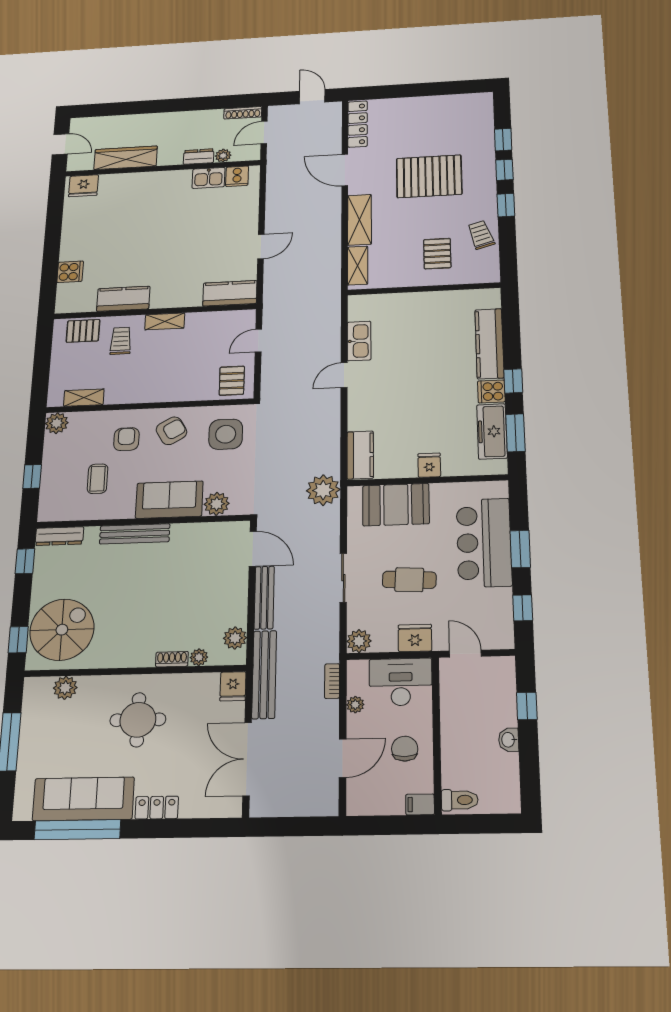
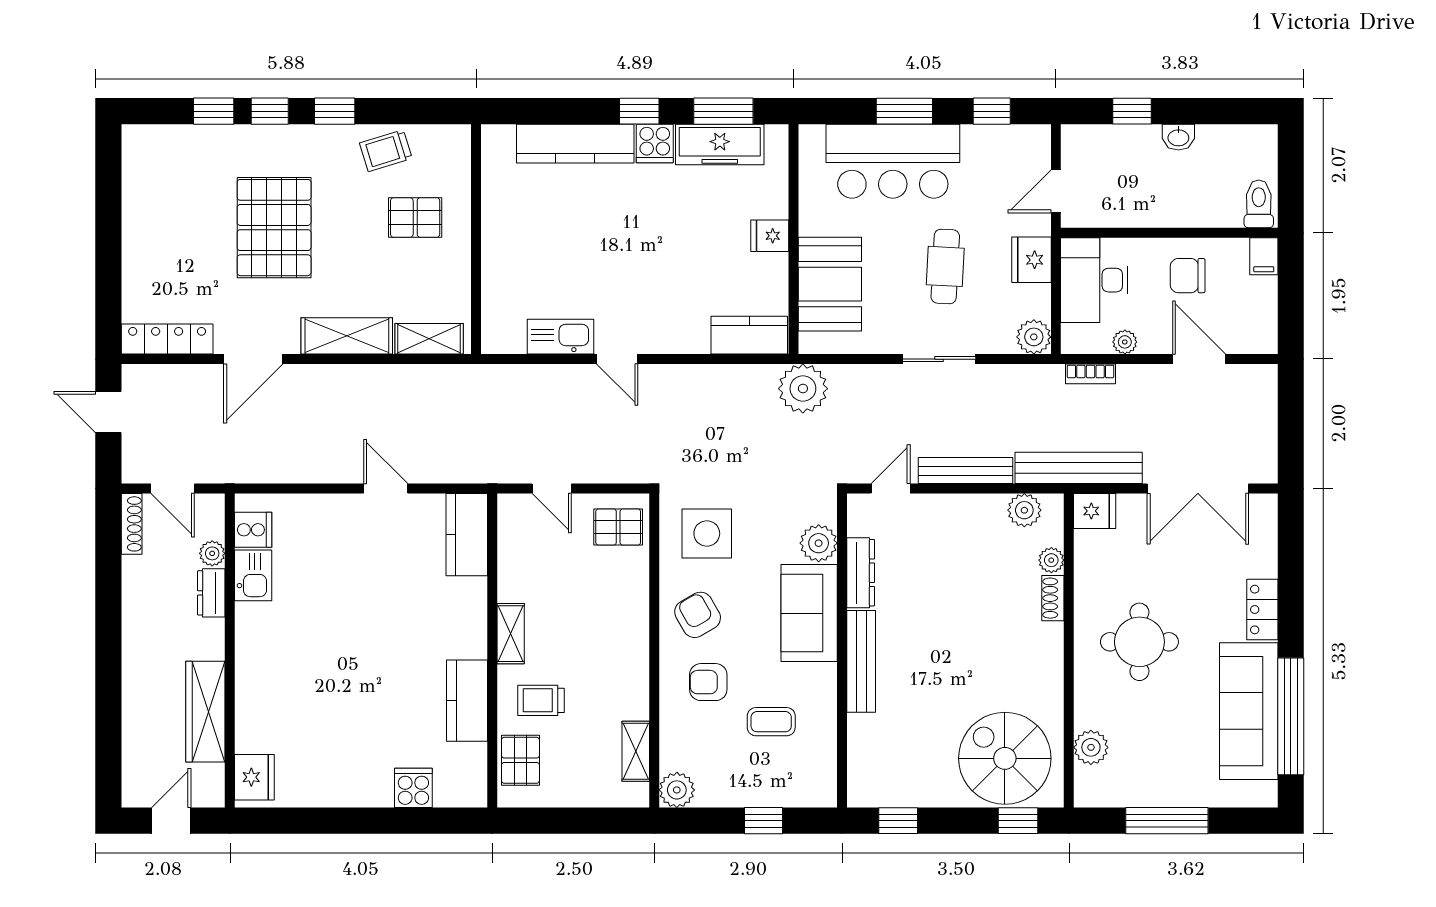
door: (312, 97) -> (108, 412), hinge flipped
dresser: (59, 536) -> (861, 573), moved
door: (253, 549) -> (891, 489), width x0.73

